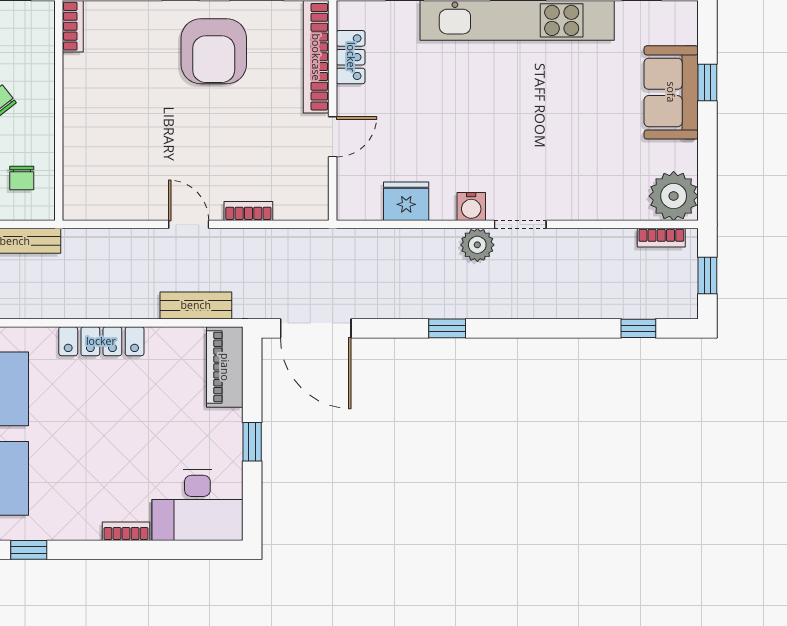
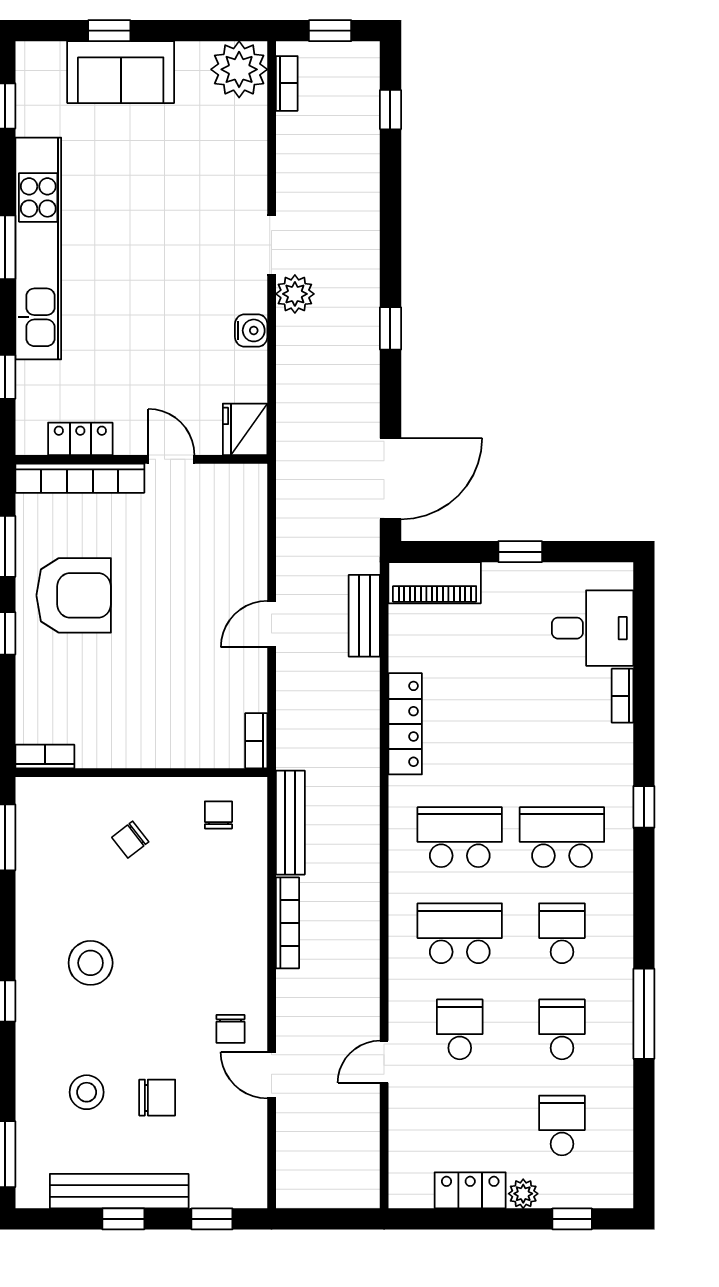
chair: (22, 178) -> (218, 815), turned -90
fridge: (406, 201) -> (245, 429), moved
water cooler: (471, 207) -> (251, 330), moved
bookcase: (248, 211) -> (256, 741), moved
desk: (197, 505) -> (593, 628), width x0.73

